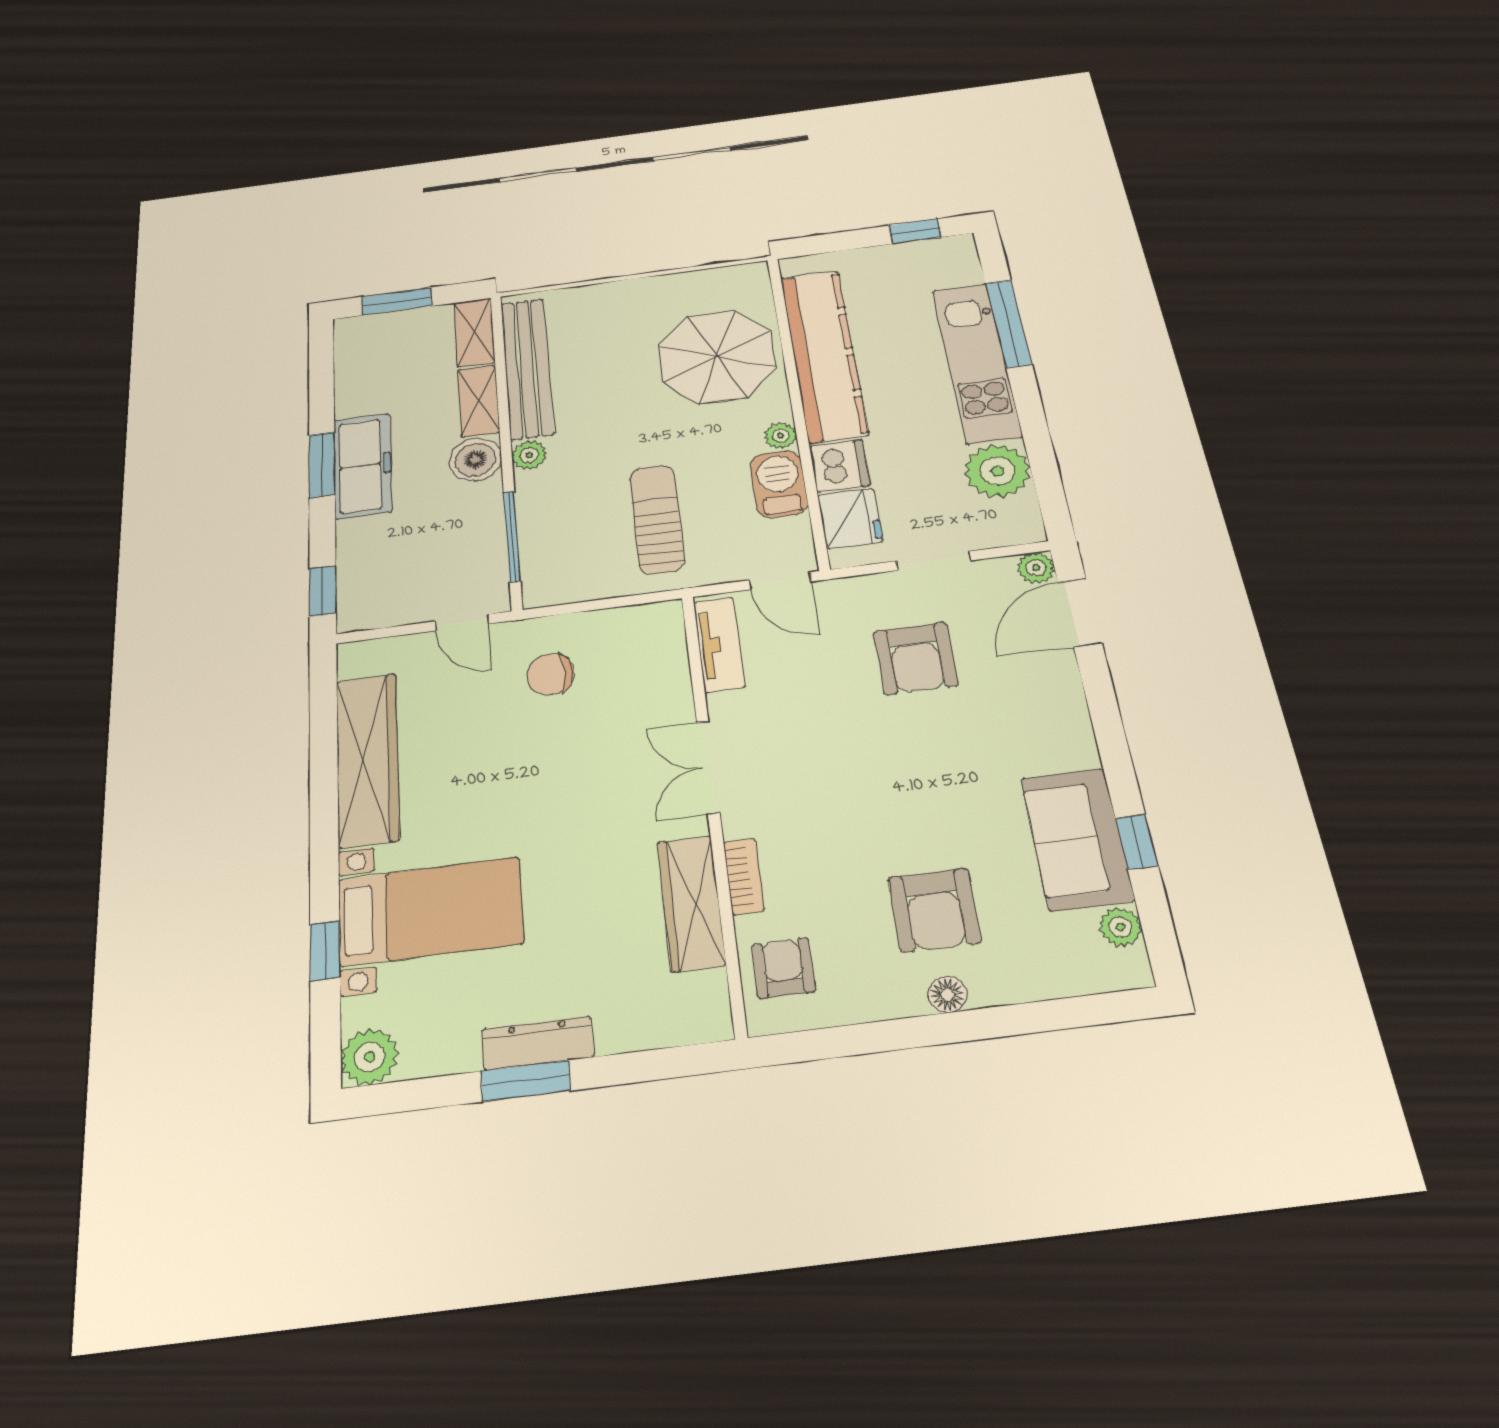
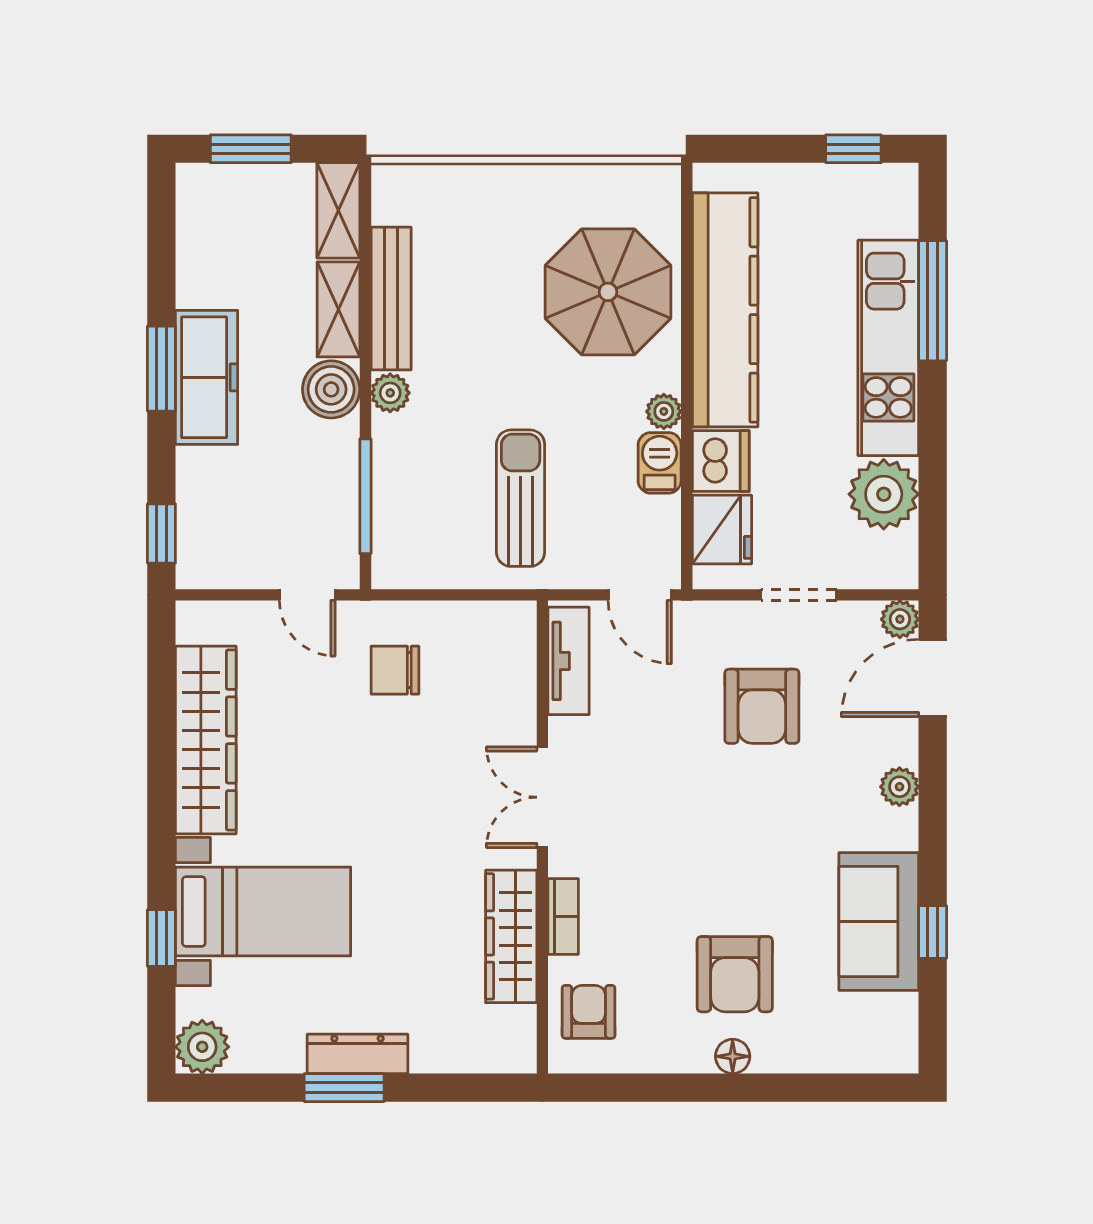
bench: (527, 368) -> (391, 299), width x0.73, depth x0.82
barbecue: (779, 484) -> (660, 463), width x0.73, depth x0.79
plant: (1120, 927) -> (899, 787), moved

